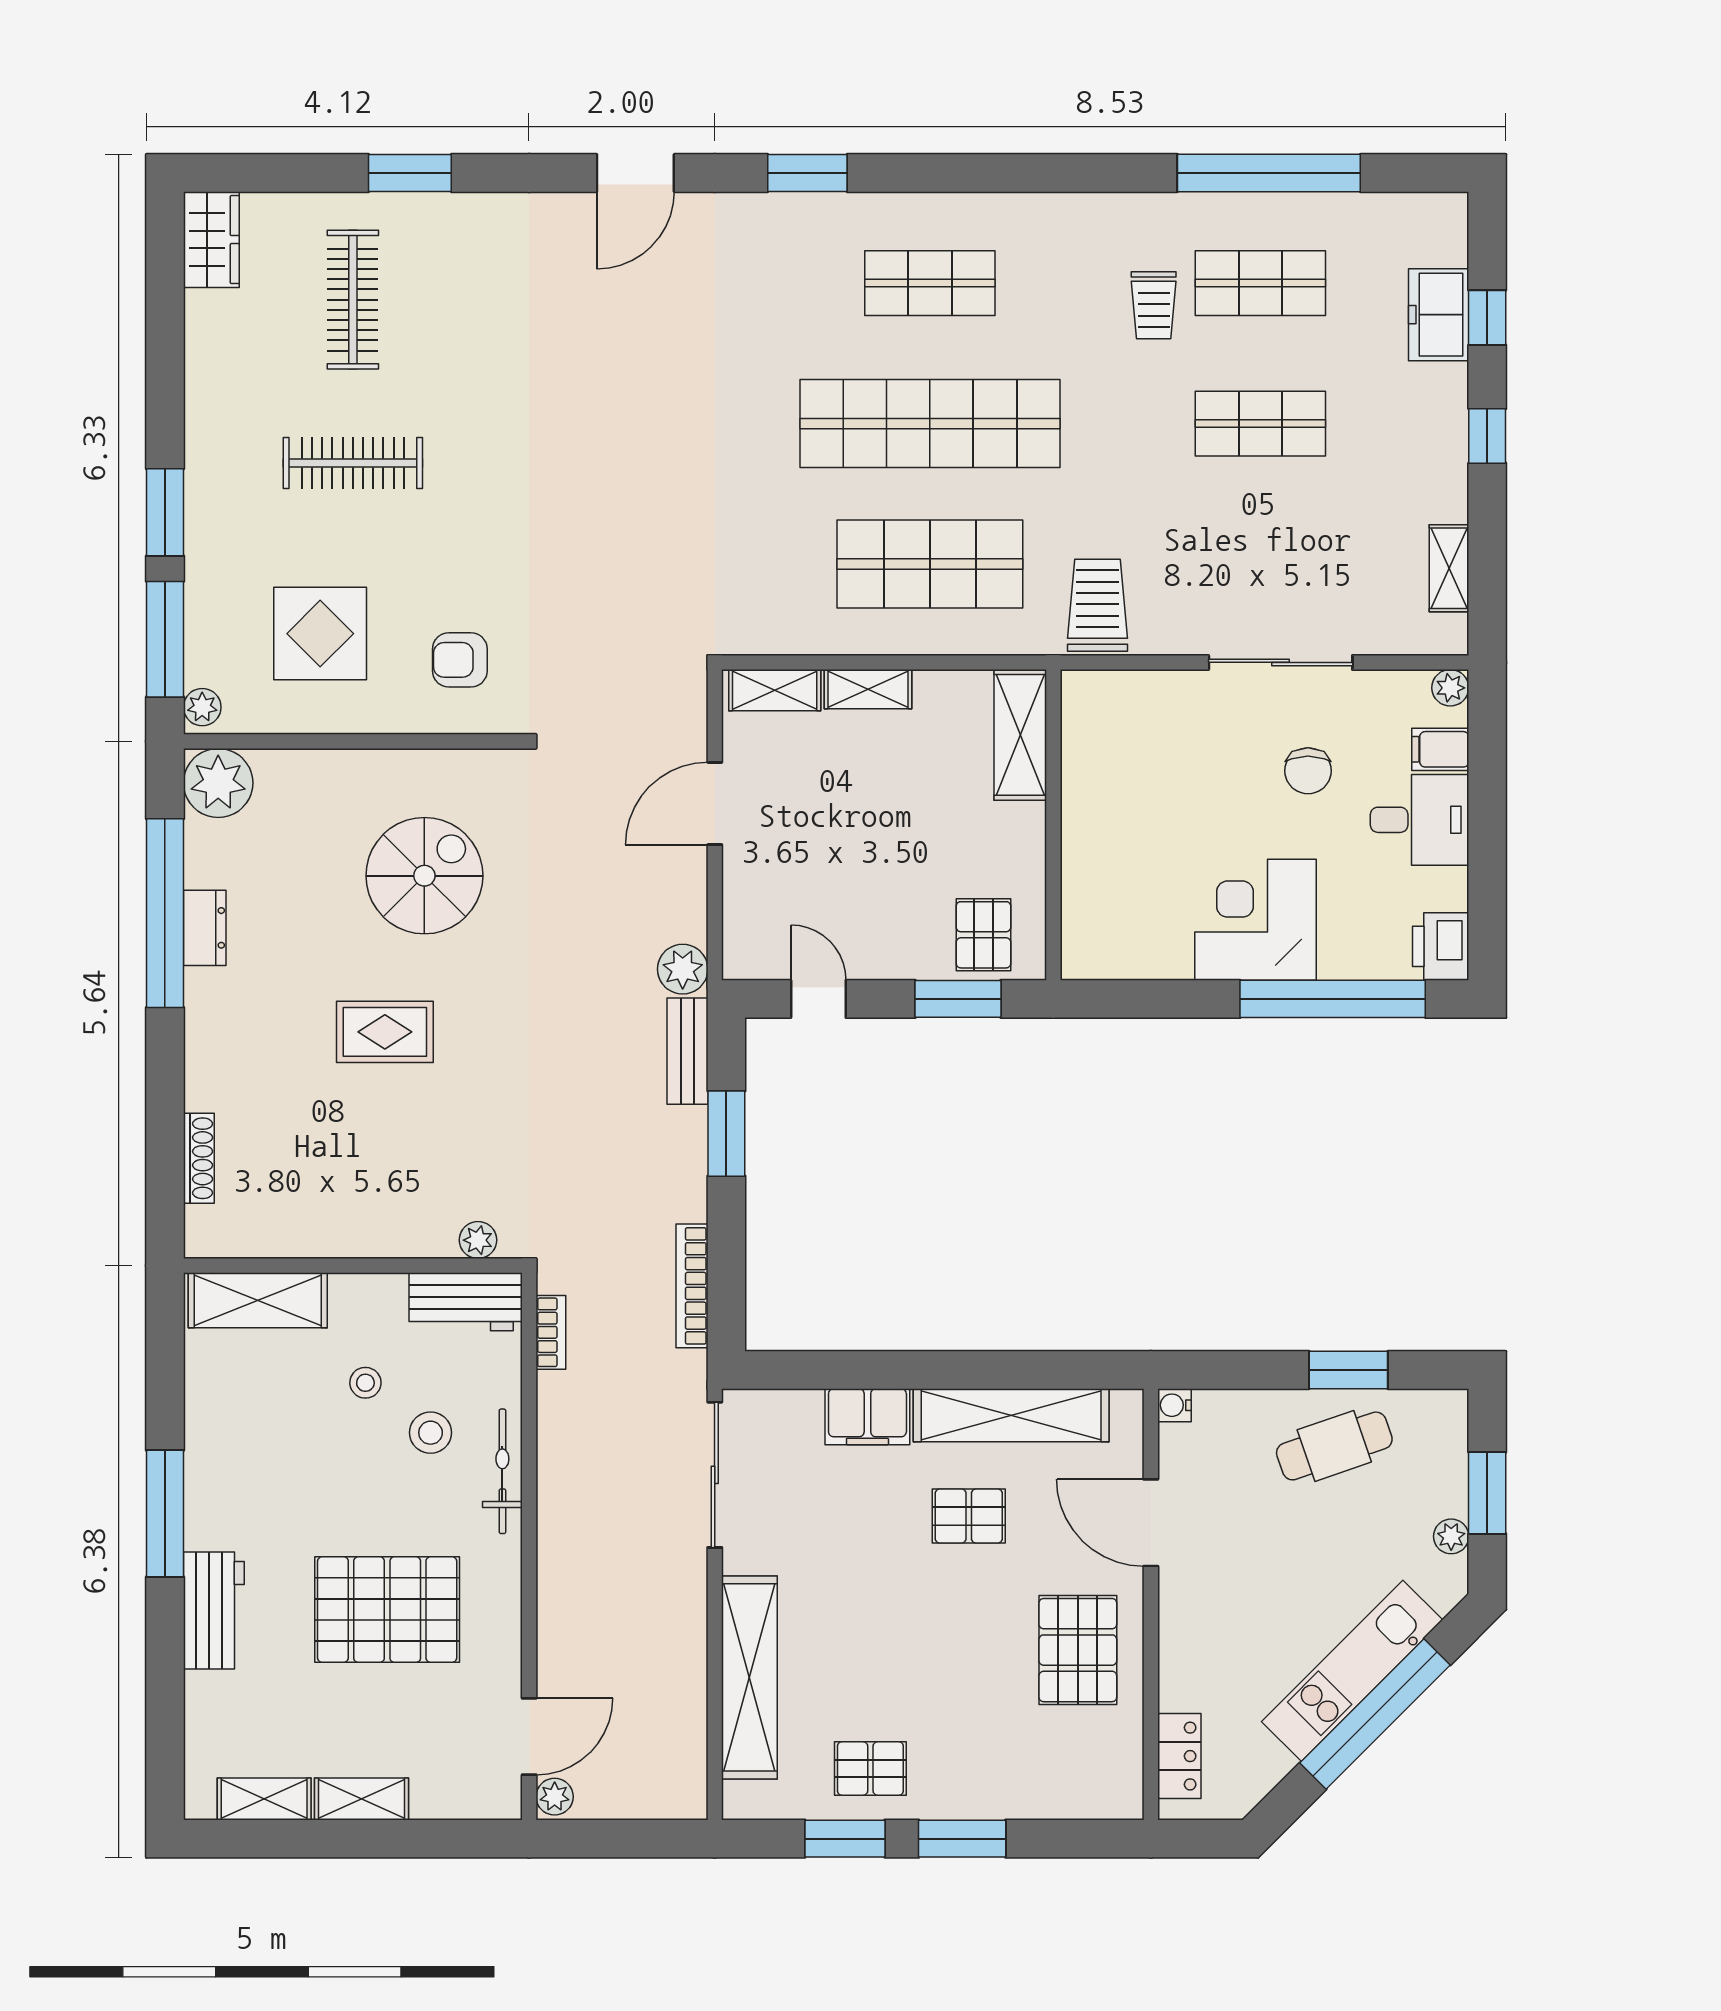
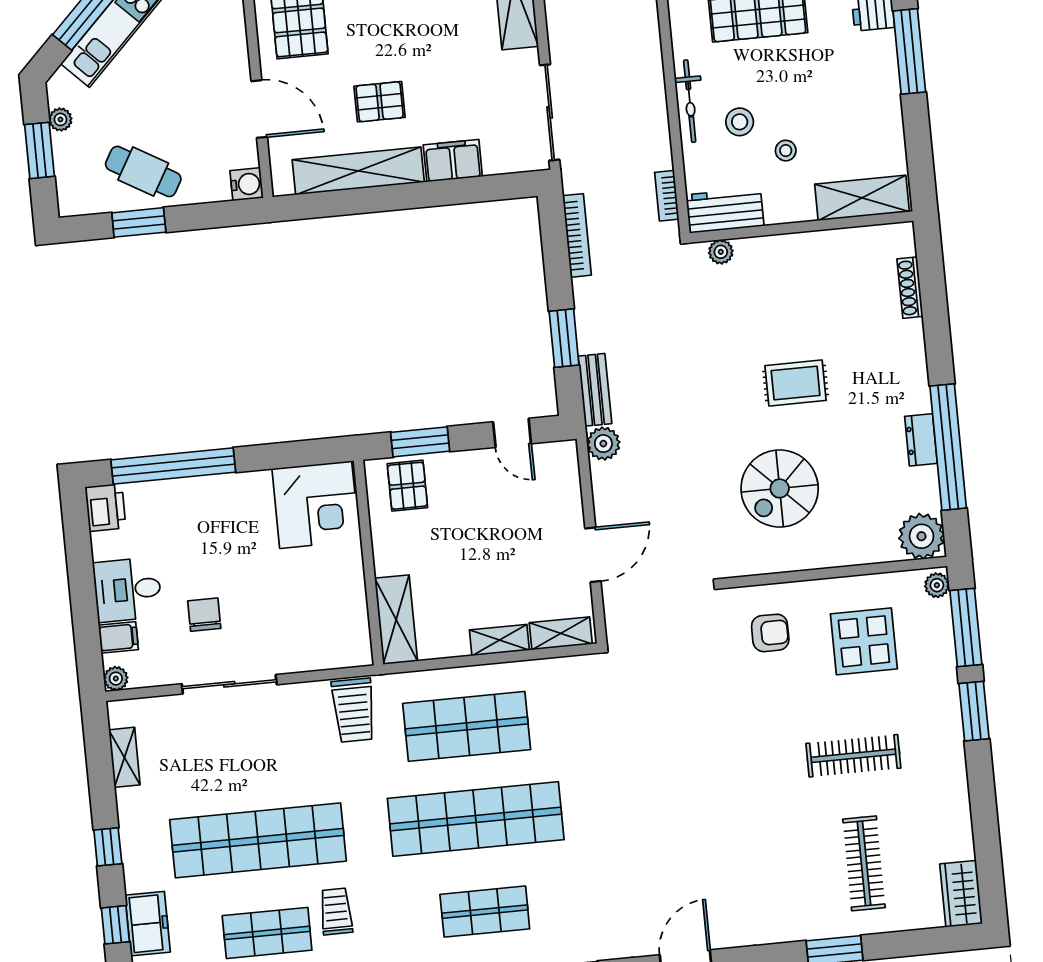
shop shelf: (1260, 424) -> (258, 840), width x2.00, depth x1.36
corner desk: (1256, 920) -> (316, 505), moved
water cooler: (1174, 1405) -> (247, 184), width x1.38, depth x1.38
cafe table: (1334, 1446) -> (143, 171), turned 49

